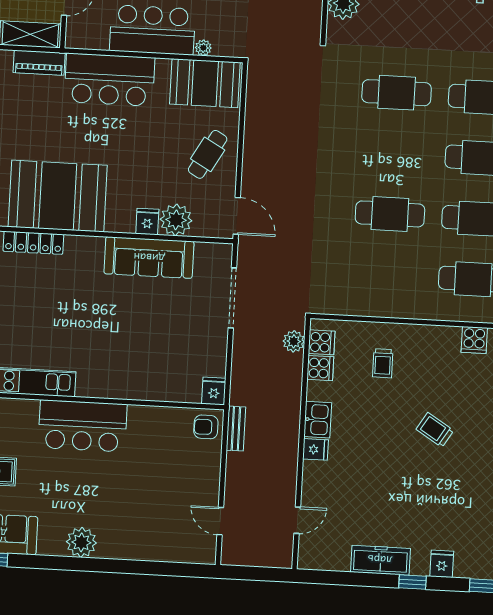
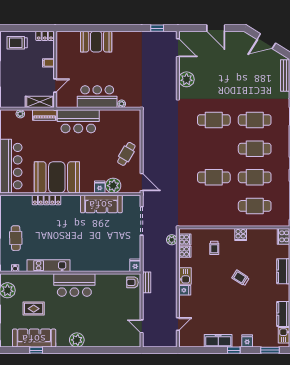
booth: (205, 83) -> (123, 120), removed
cooker: (474, 340) -> (241, 235), moved

